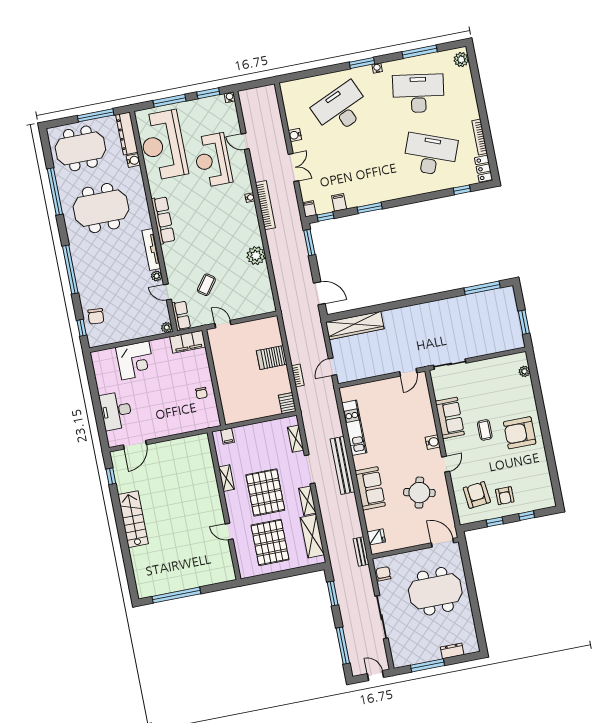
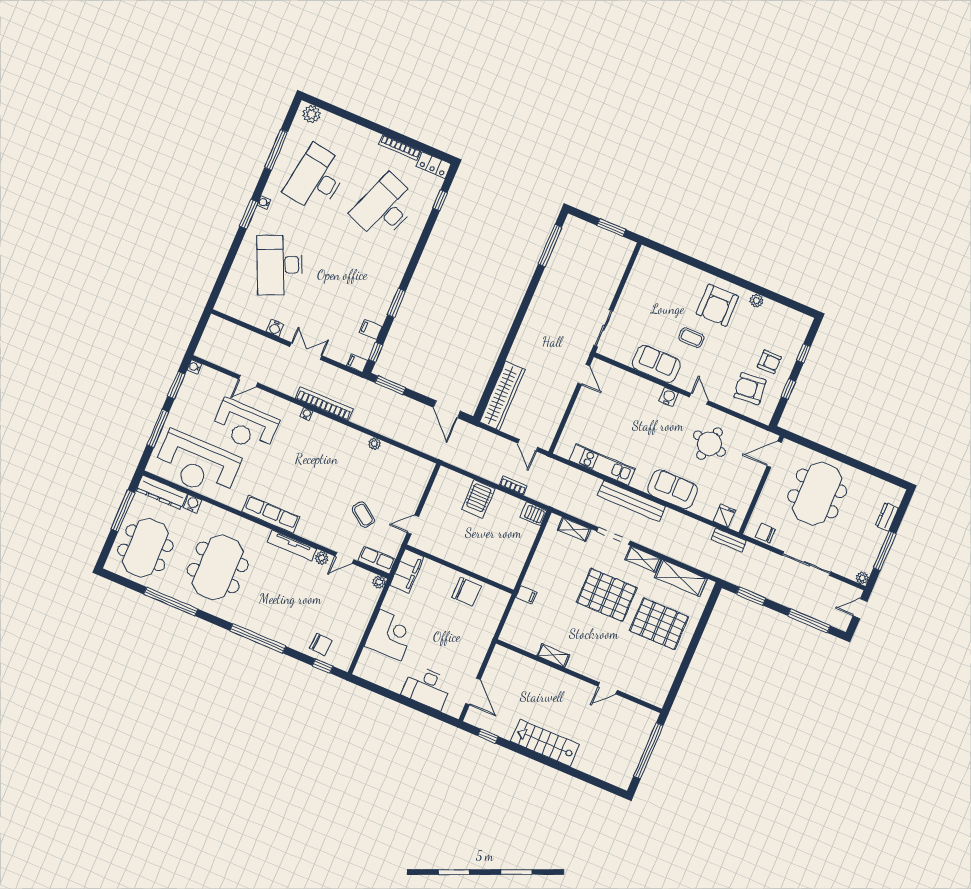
plant: (256, 256) -> (375, 444), width x0.53, depth x0.53
door: (319, 293) -> (447, 409), swing flipped
plant: (524, 371) -> (757, 301), moved
chair: (201, 393) -> (467, 592), width x1.87, depth x1.87
shelving: (226, 478) -> (553, 655), moved
wall: (224, 506) -> (579, 676), moved
door: (229, 531) -> (608, 688), moved
plant: (398, 663) -> (862, 578), added

